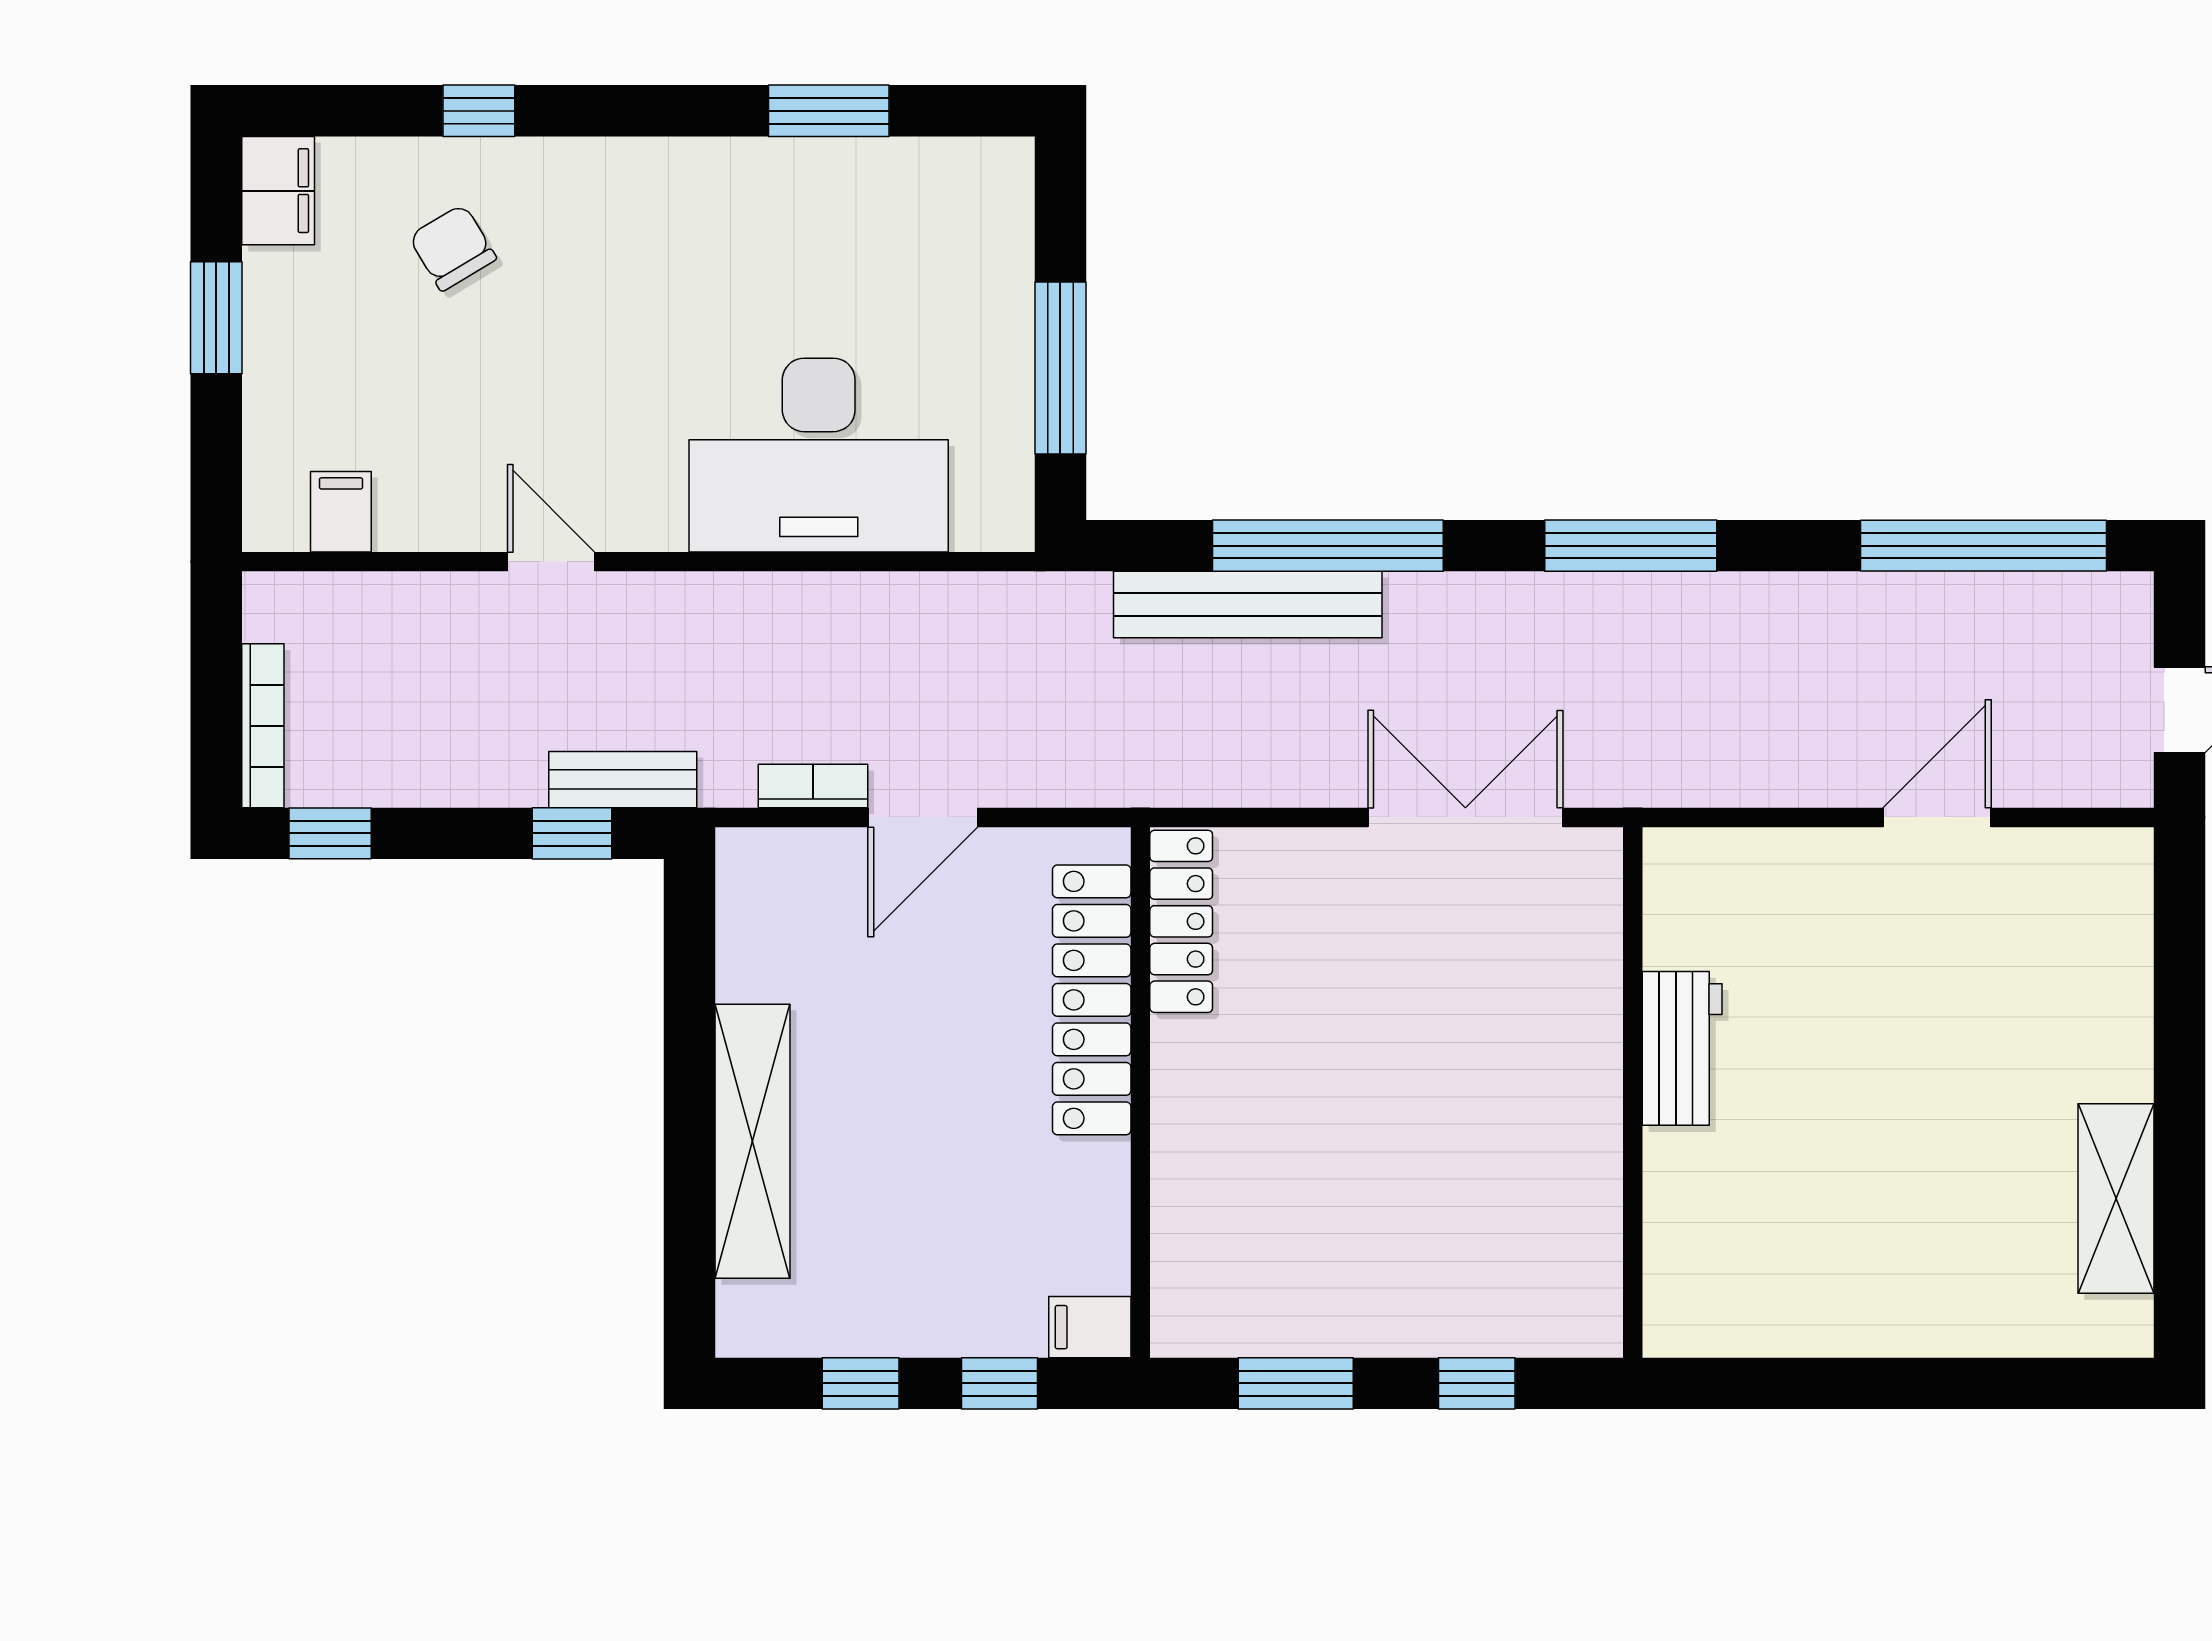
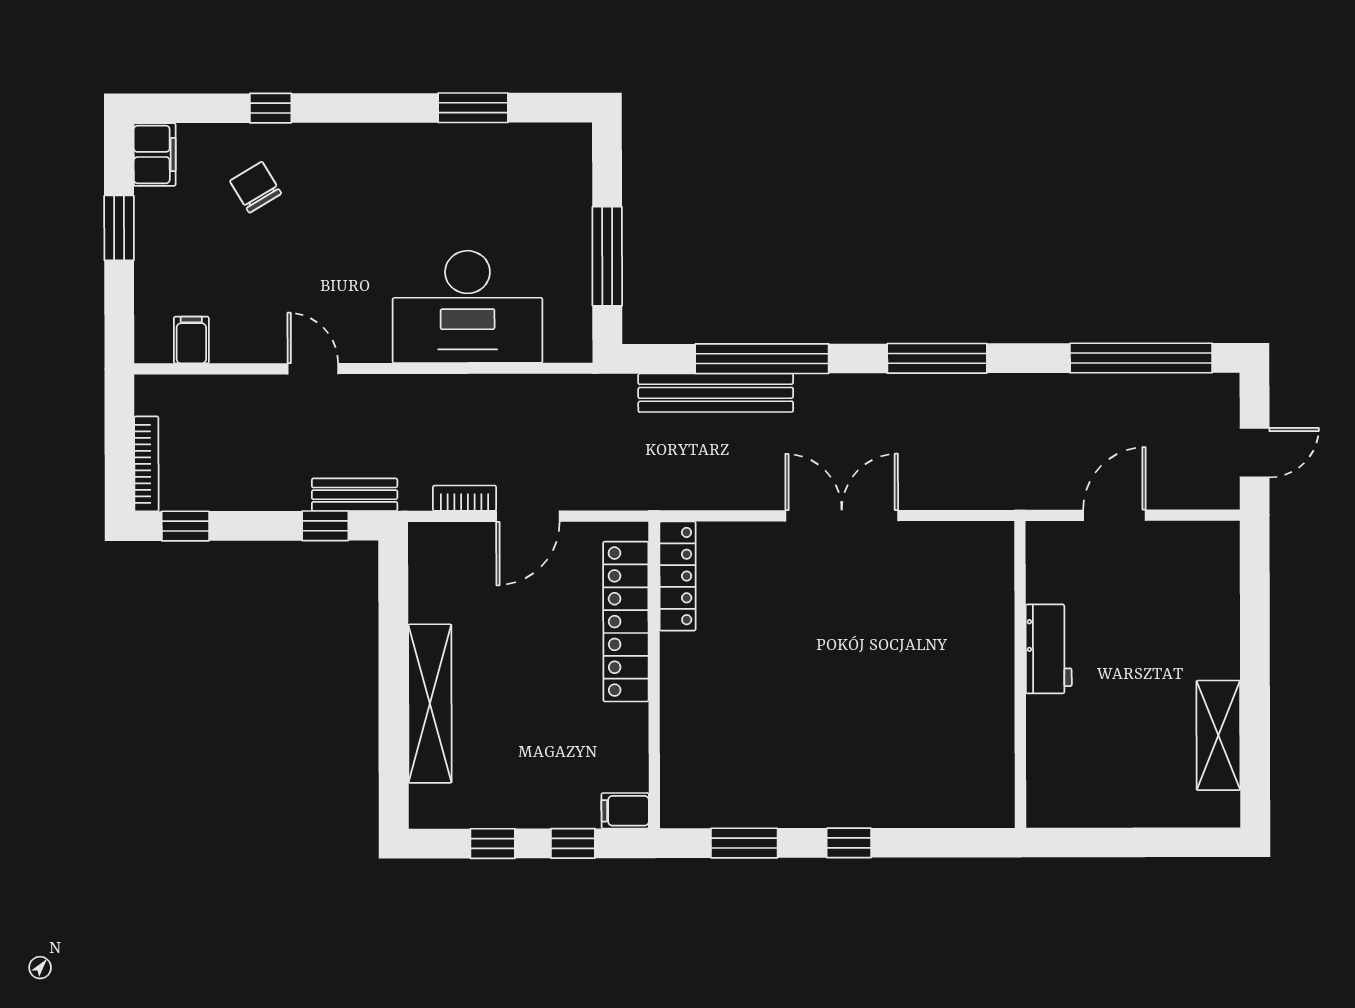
workbench: (1682, 1048) -> (1049, 649), moved
wall: (1633, 1092) -> (1020, 674), moved

